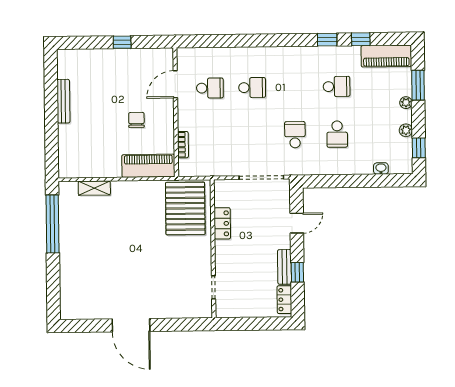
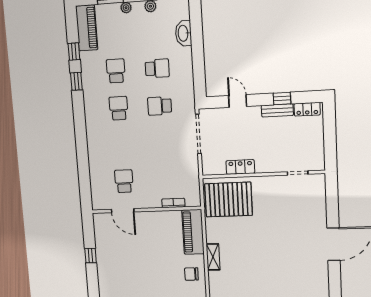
school desk: (252, 88) -> (119, 108), moved
chair: (136, 120) -> (191, 274), moved
washbasin: (381, 168) -> (183, 33), width x1.91, depth x1.45
shelving: (94, 188) -> (213, 257), moved

